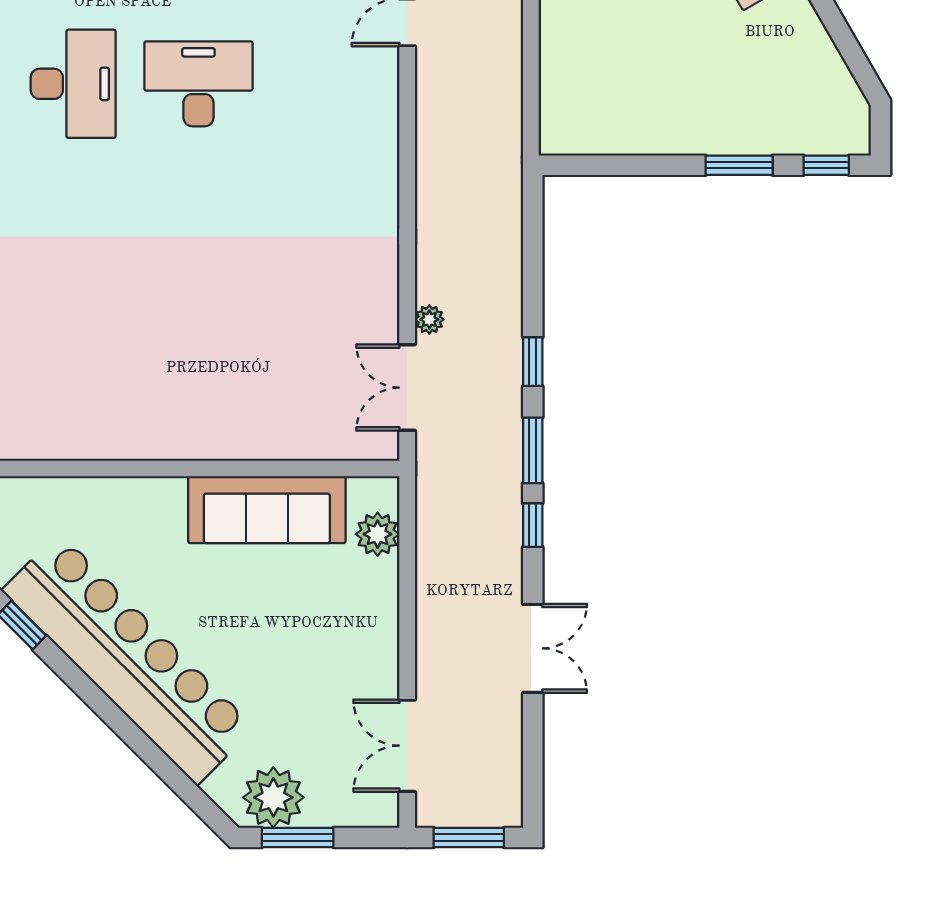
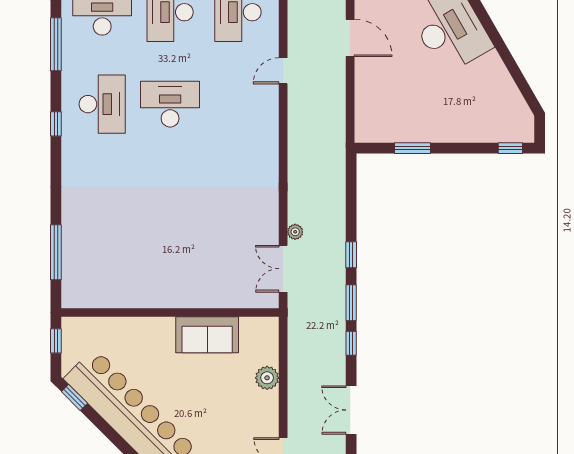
window: (739, 165) -> (412, 148), moved
sofa: (267, 510) -> (207, 335), width x0.73
plant: (378, 534) -> (267, 378), moved
double door: (533, 648) -> (351, 410), swing flipped

